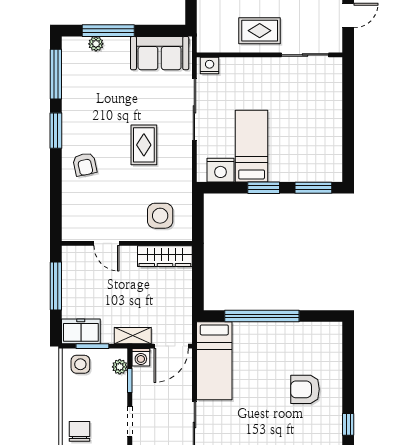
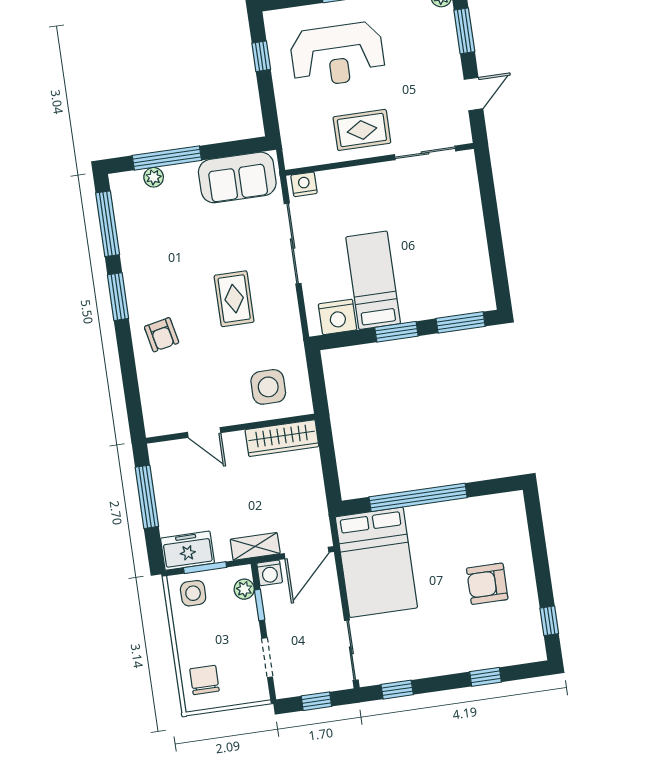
bed: (214, 361) -> (376, 562), width x1.50

